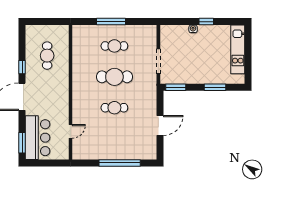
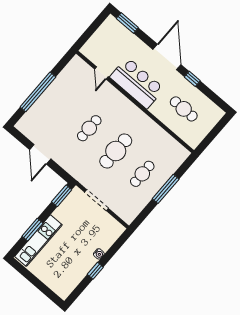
kitchen unit: (238, 49) -> (38, 241), moved, turned 90
bar counter: (38, 138) -> (137, 83), moved, turned 180

